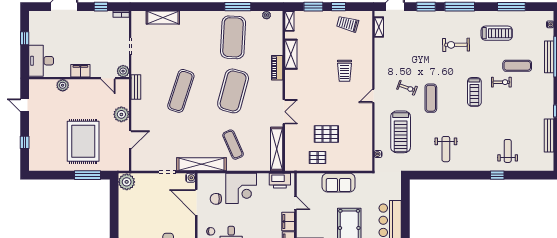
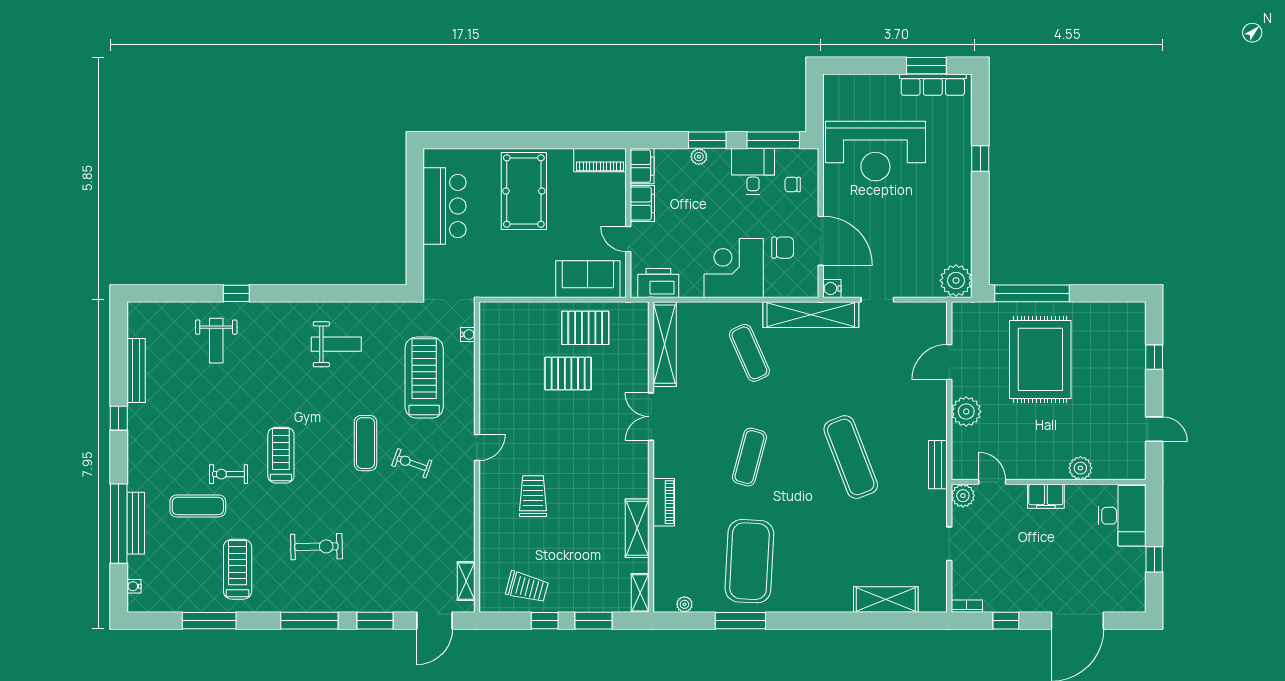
treadmill: (497, 33) -> (238, 569), turned 90
exercise mat: (181, 91) -> (851, 457), turned -39
exercise mat: (233, 91) -> (749, 457), width x0.50, depth x0.69
weight bench: (446, 149) -> (336, 344), turned 90
pallet: (318, 157) -> (585, 328), width x1.50, depth x1.42
window: (87, 175) -> (1032, 293), width x1.46
sofa: (338, 183) -> (588, 279), moved

